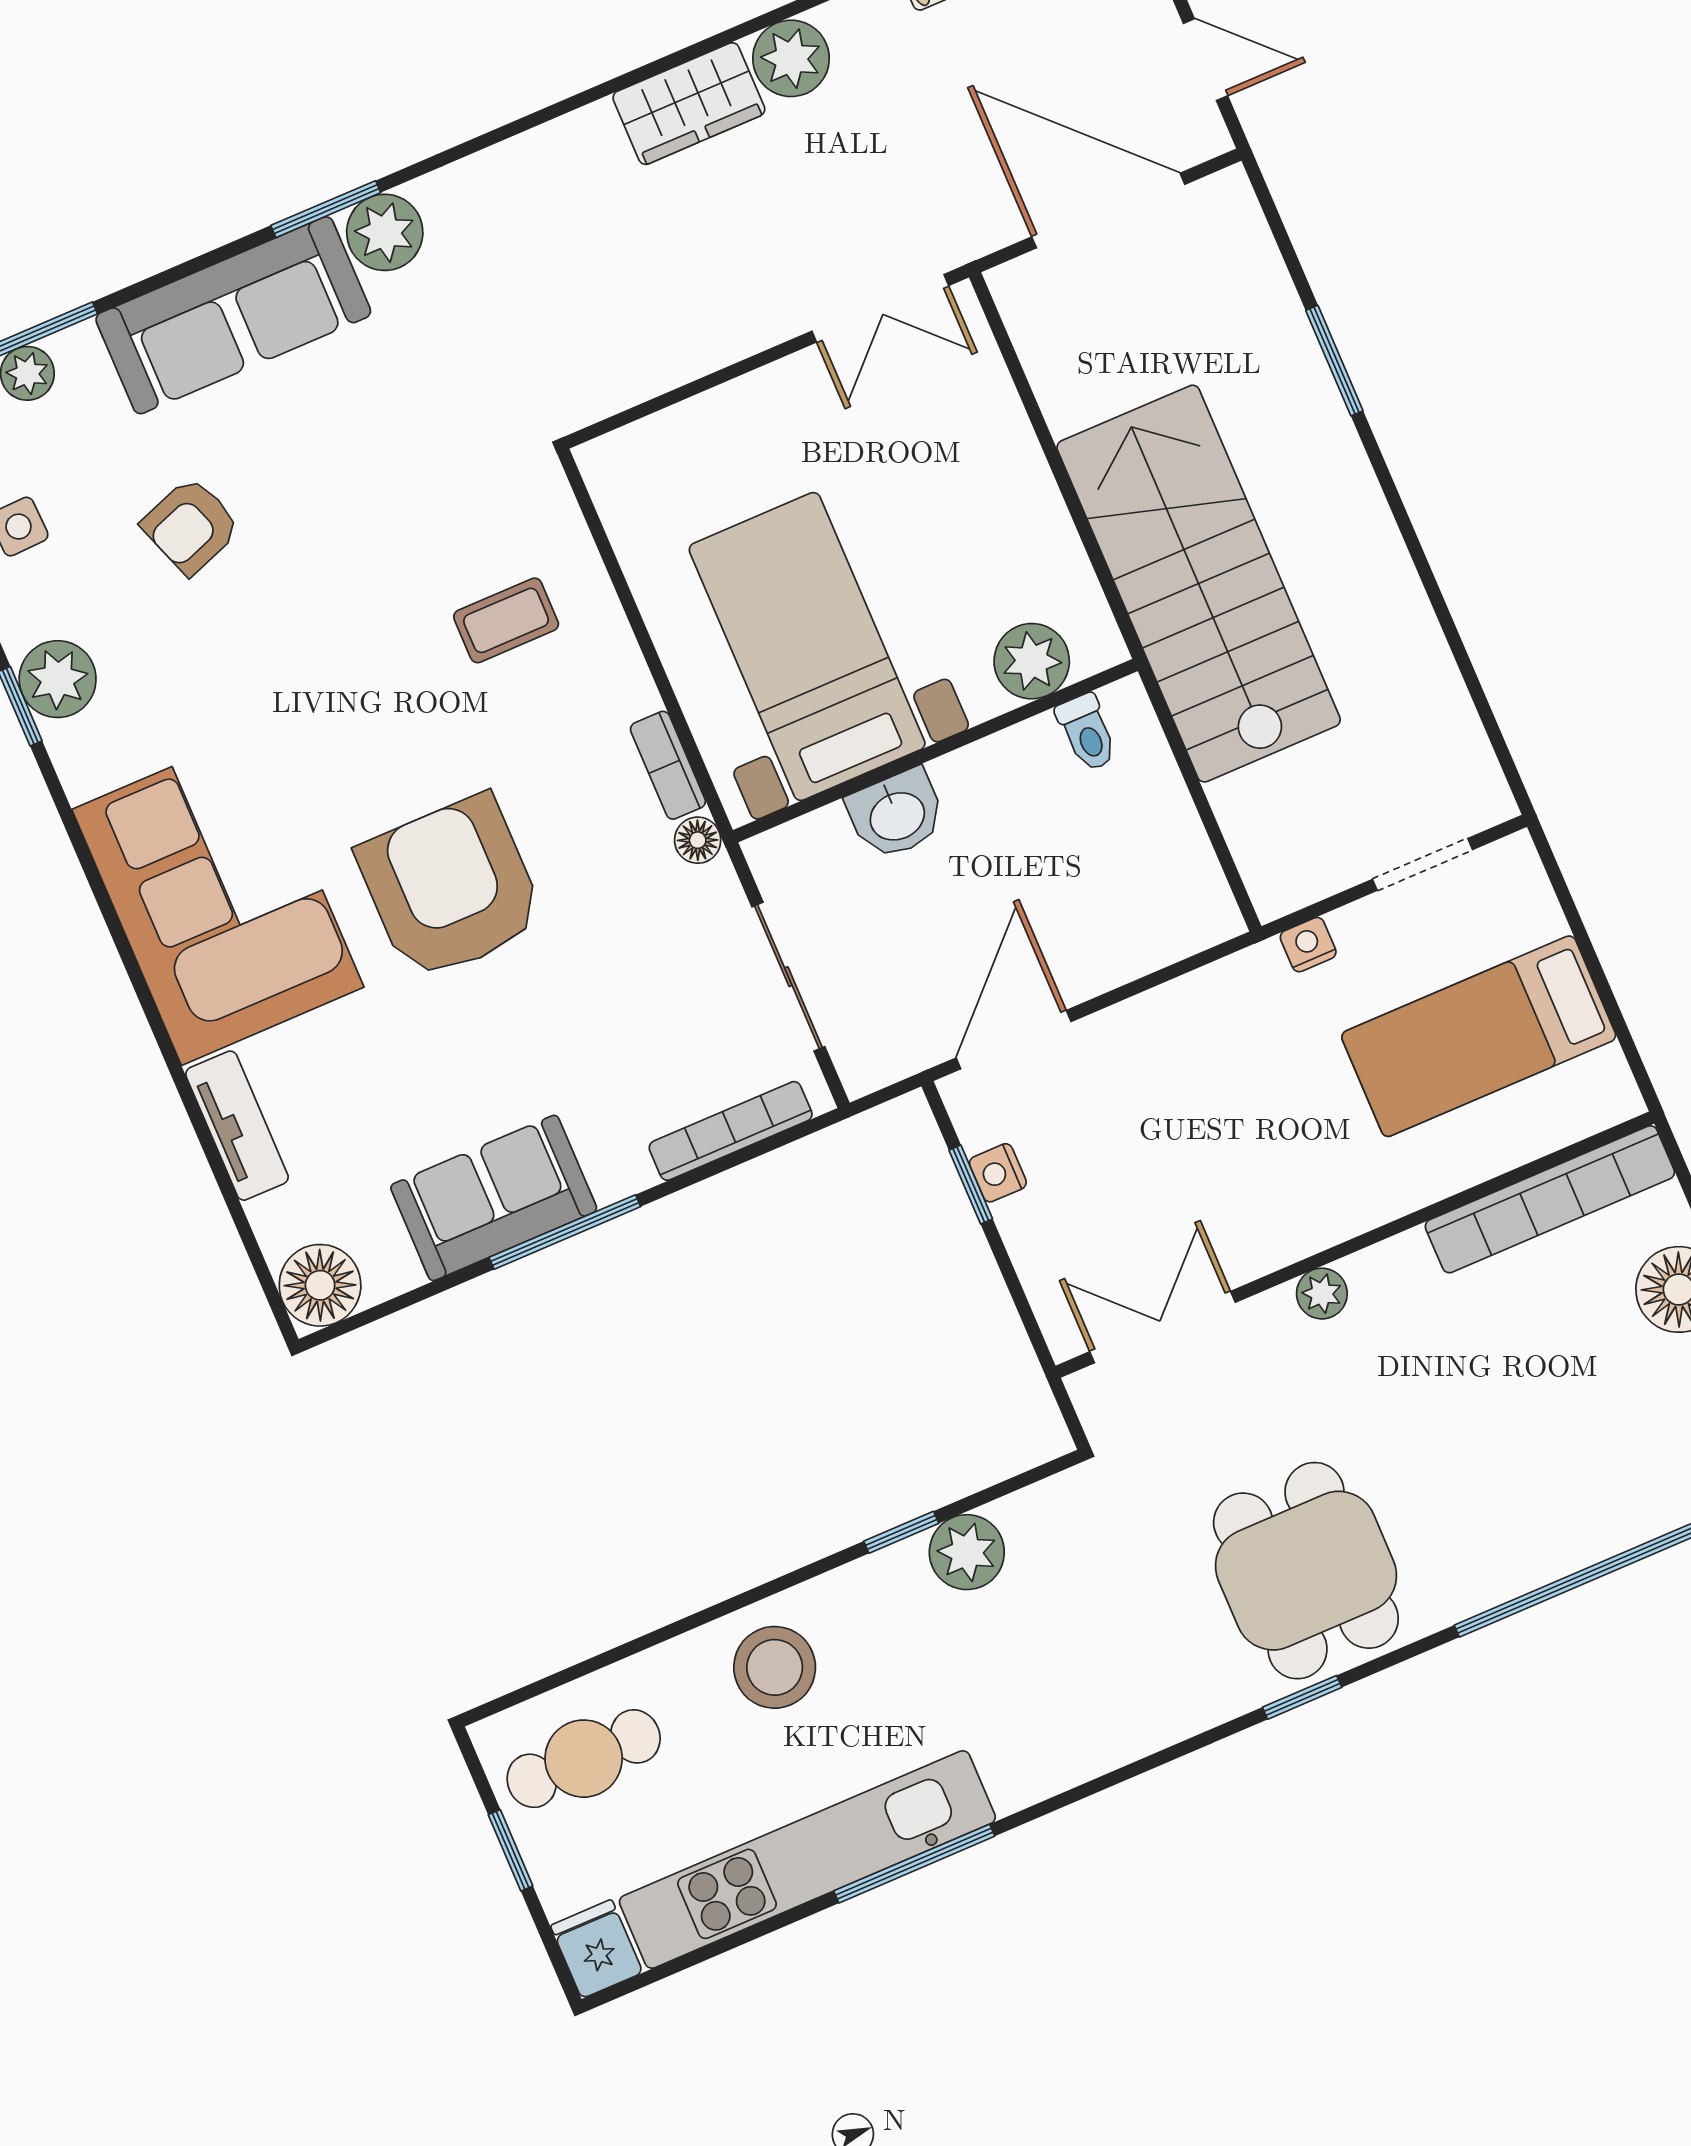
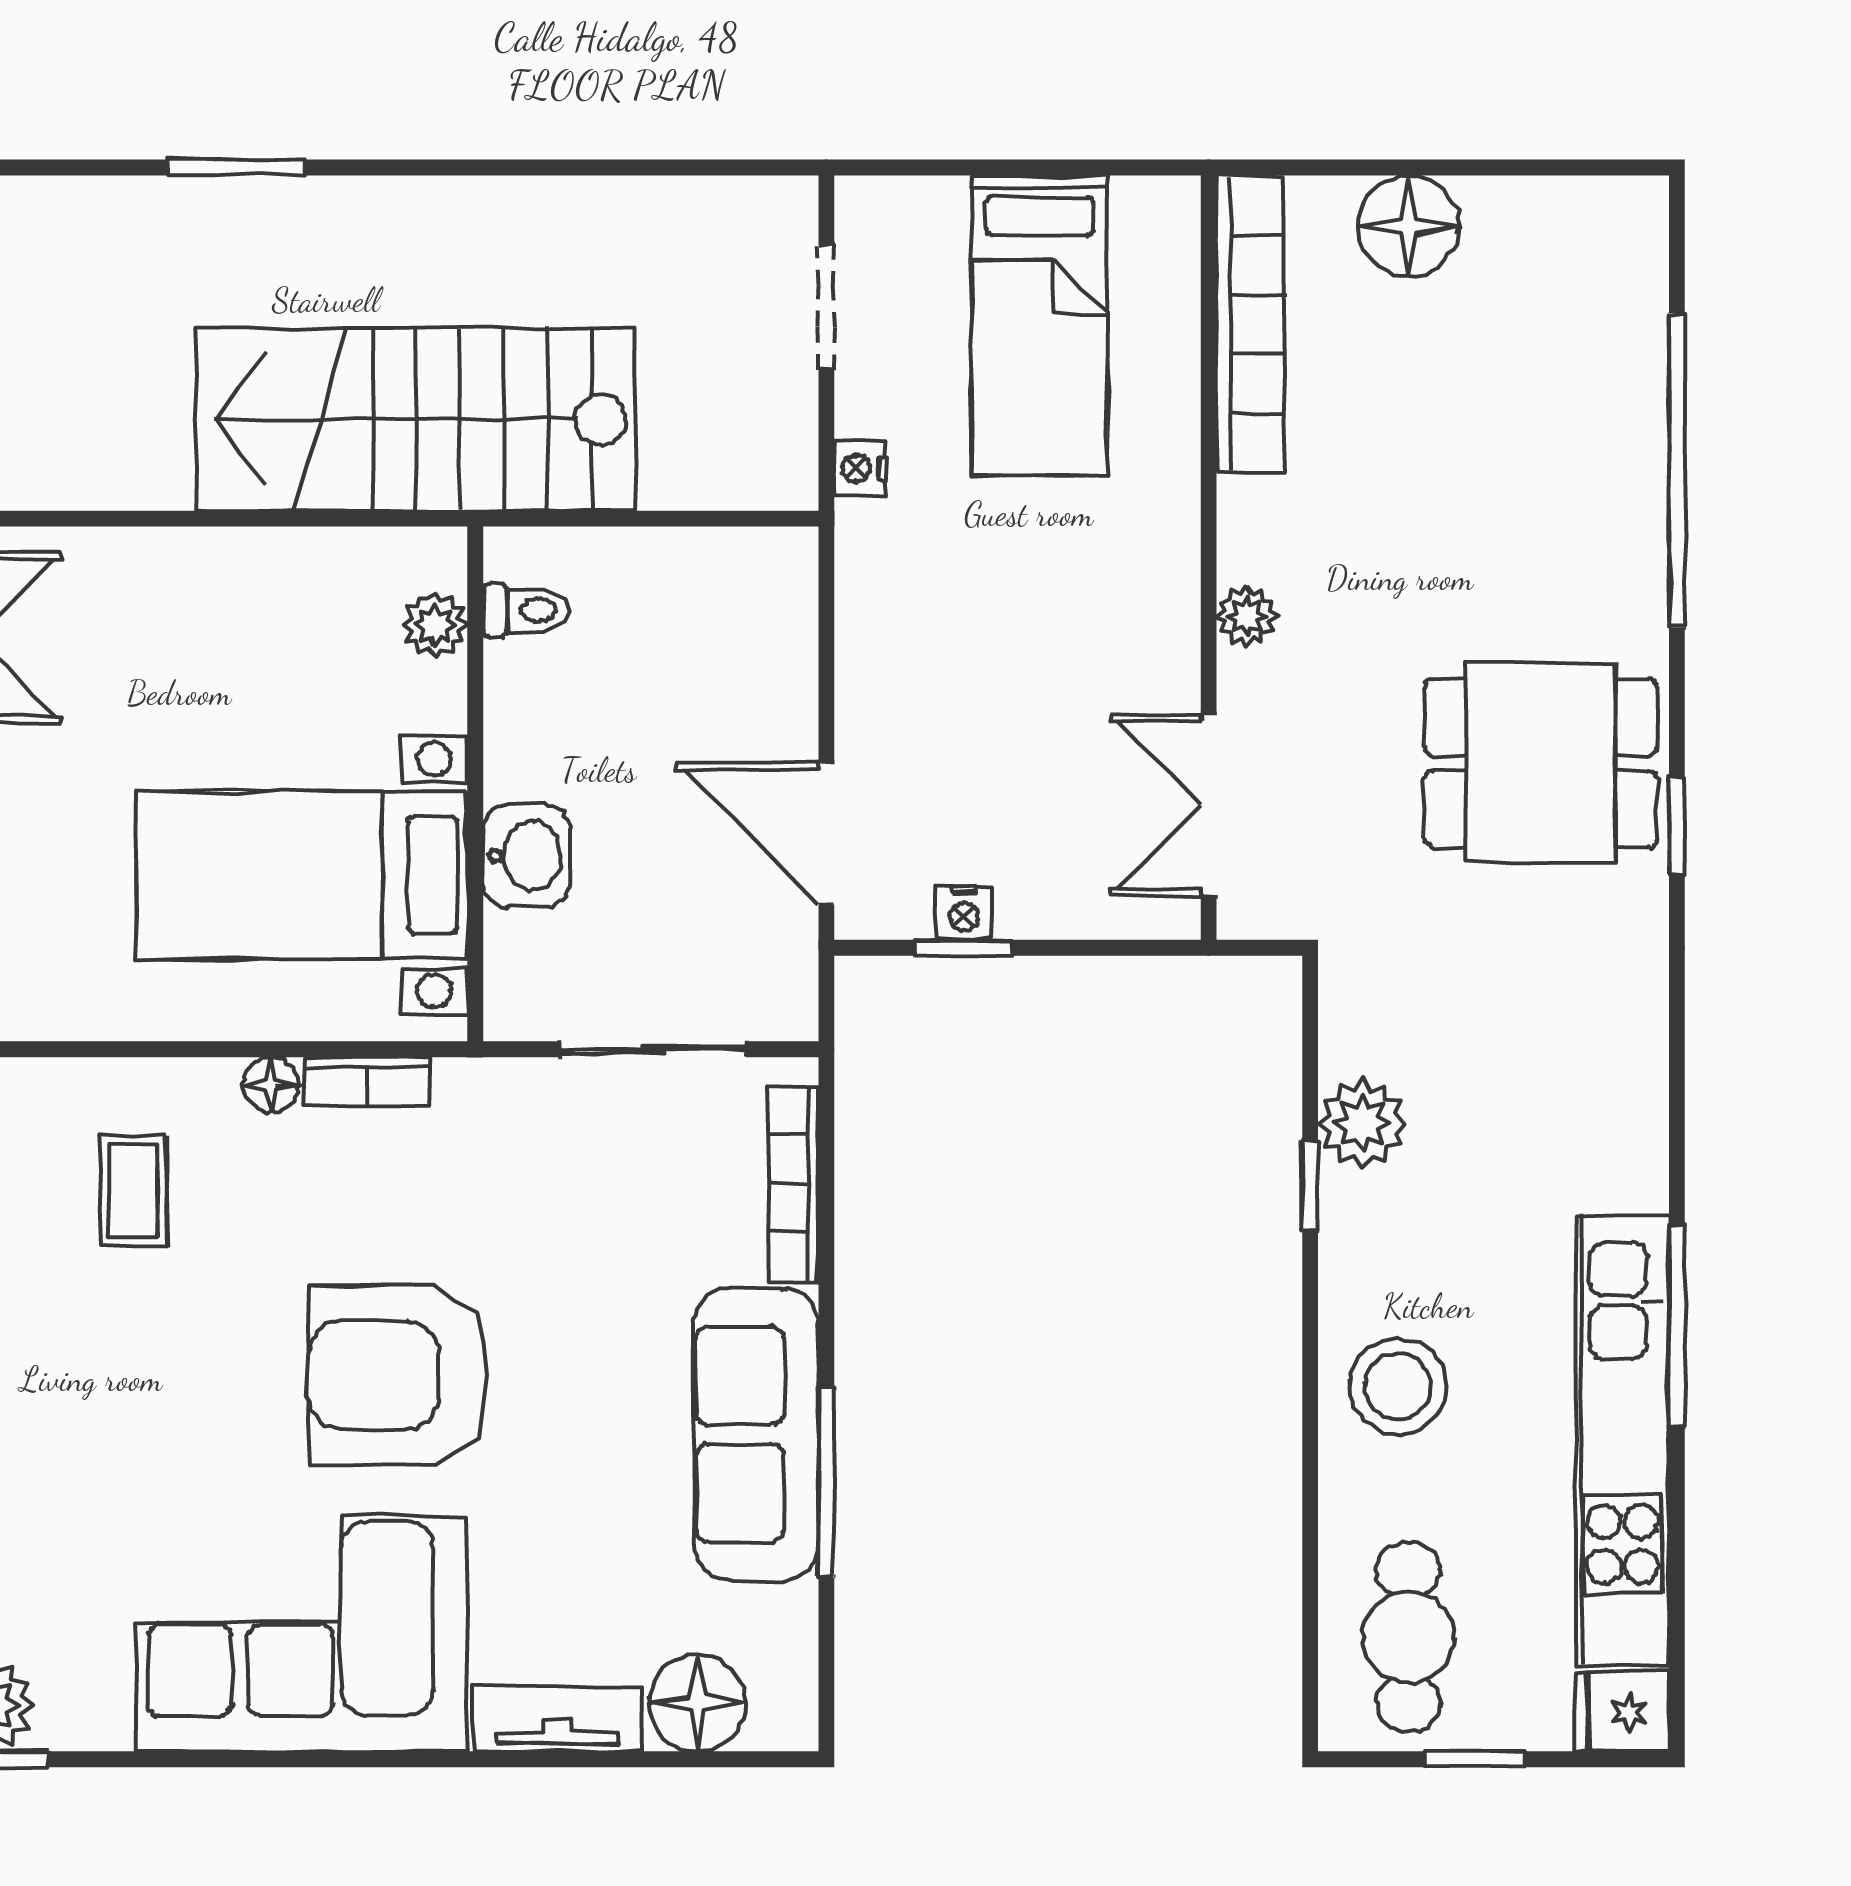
plant: (1032, 661) -> (435, 625), width x0.73, depth x0.73
floor lamp: (698, 840) -> (271, 1084), moved
sofa: (494, 1198) -> (756, 1434), width x1.36
window: (565, 1232) -> (826, 1483), moved
floor lamp: (320, 1285) -> (697, 1703), moved

